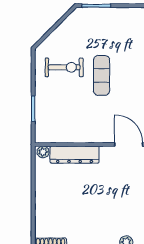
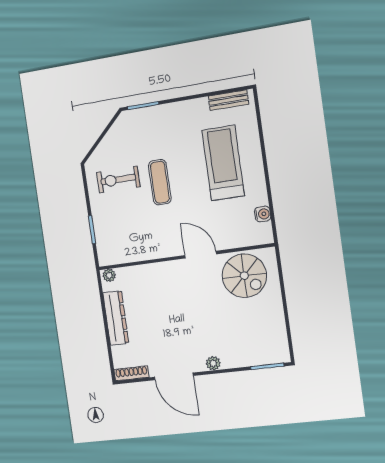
exercise bike: (64, 67) -> (118, 180), turned 180
dresser: (75, 155) -> (116, 318), moved, turned -90

